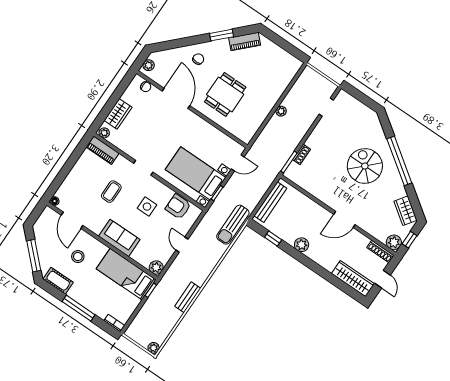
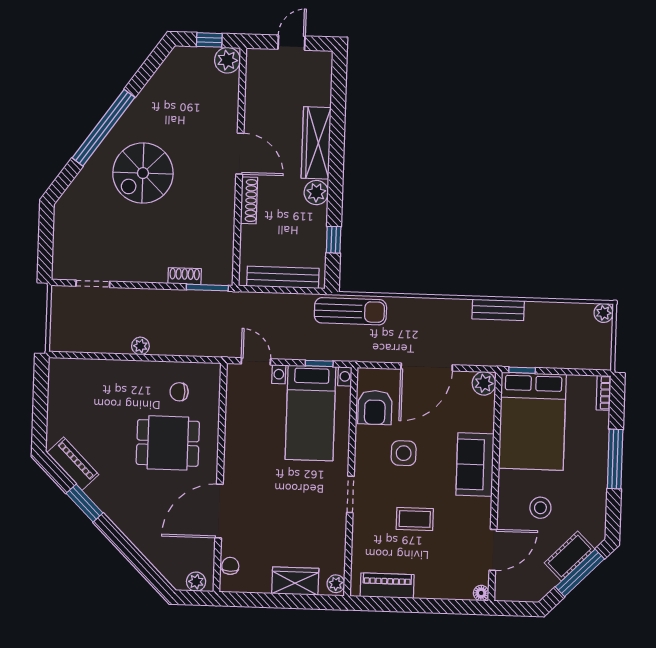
chair: (198, 59) -> (179, 392), moved
piano: (103, 150) -> (387, 586), moved, turned -90
wardrobe: (405, 211) -> (170, 73), removed
door: (182, 245) -> (427, 367), width x1.87
shoe rack: (380, 251) -> (249, 200), moved
bed: (126, 274) -> (532, 421), width x1.50
wardrobe: (353, 279) -> (316, 143), moved
cot: (58, 281) -> (570, 556), moved, turned 45

